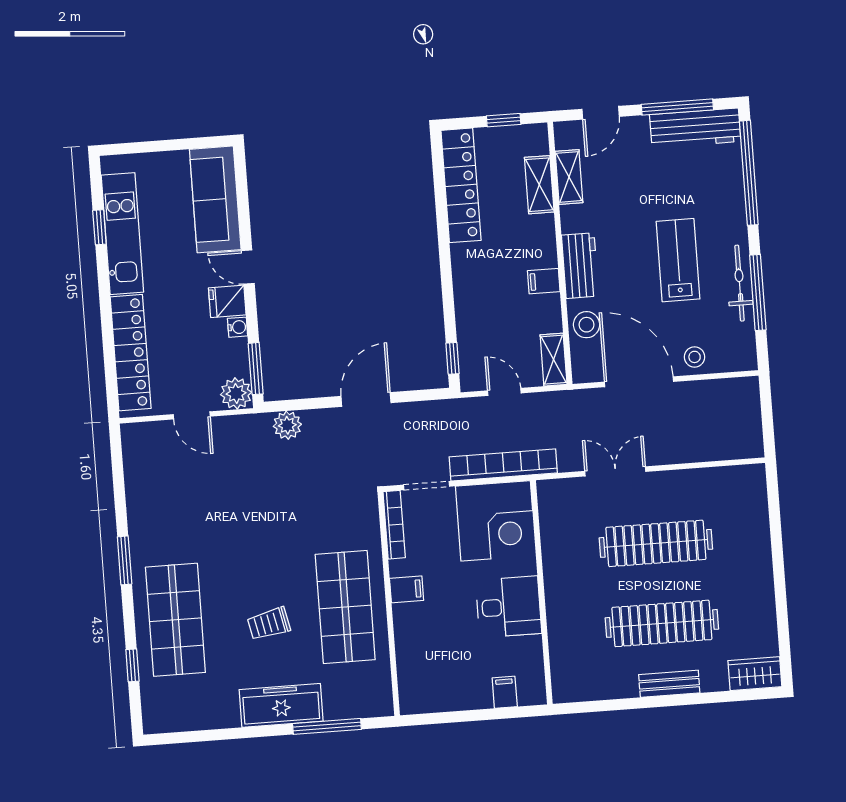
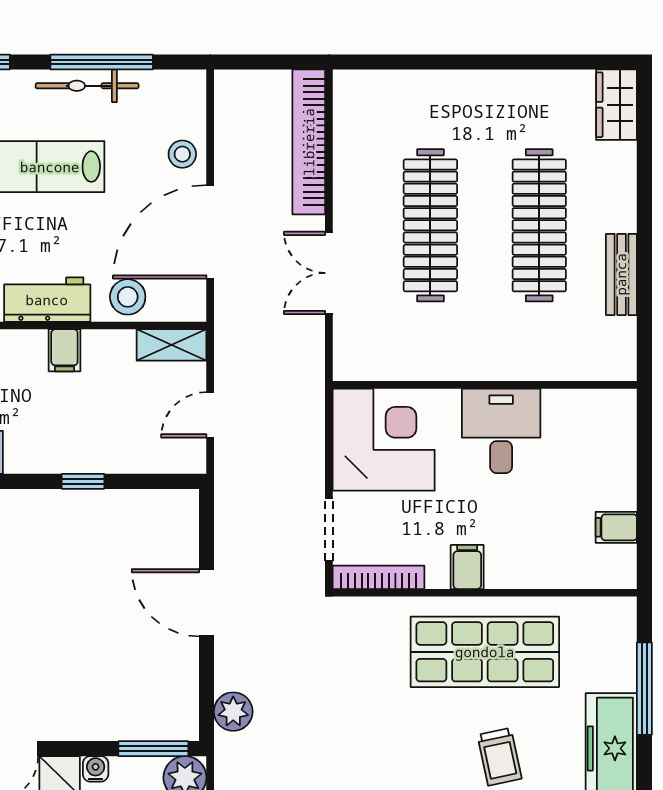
window: (453, 358) -> (83, 481), moved
bookcase: (503, 465) -> (309, 142), moved
bench: (669, 684) -> (621, 274), moved
filing cabinet: (505, 692) -> (616, 527), moved

